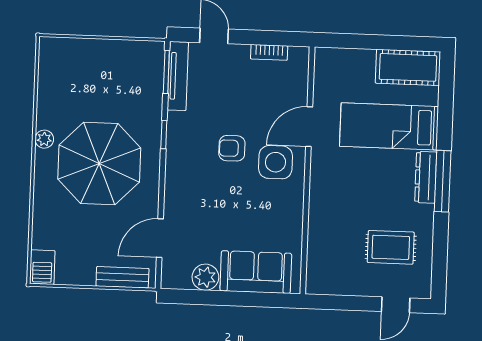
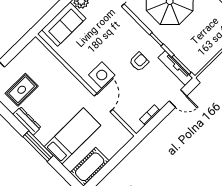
armchair: (232, 148) -> (139, 62), moved
dresser: (426, 177) -> (27, 121), moved
window: (443, 181) -> (38, 146), moved

